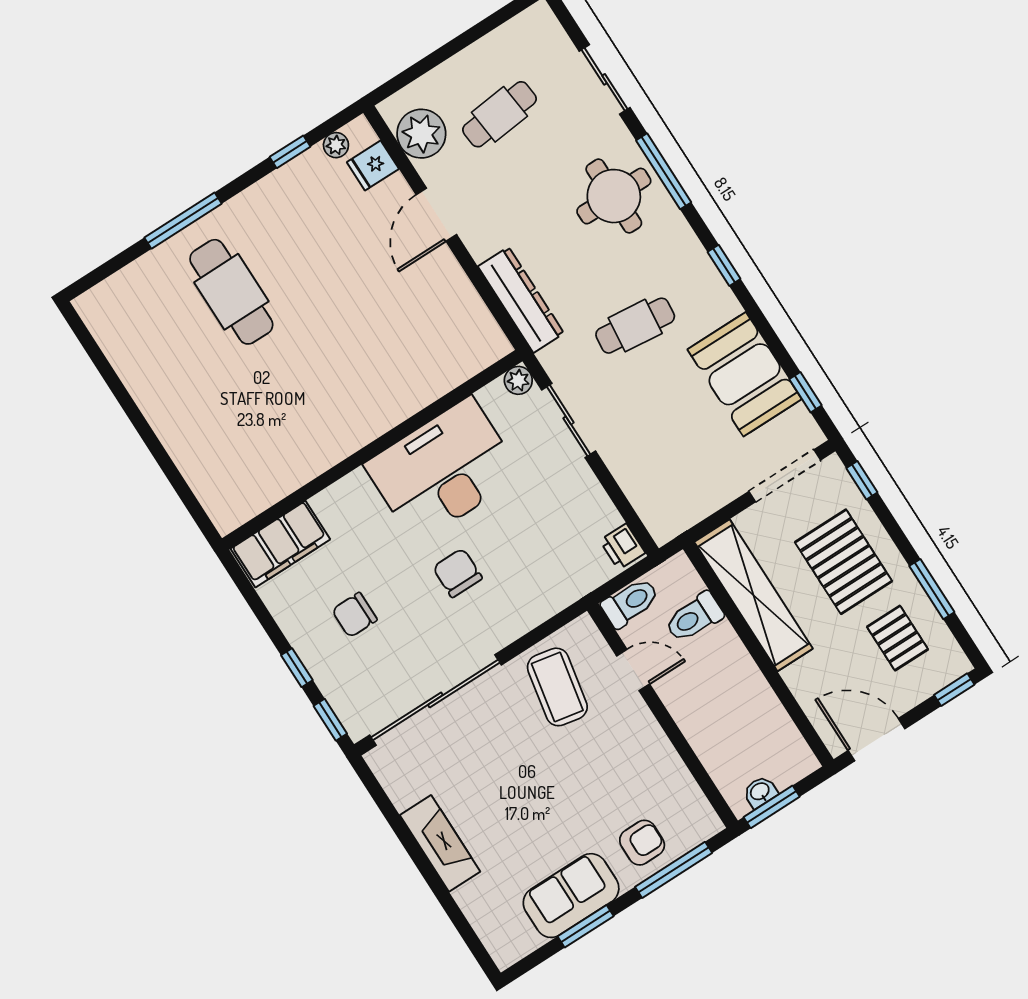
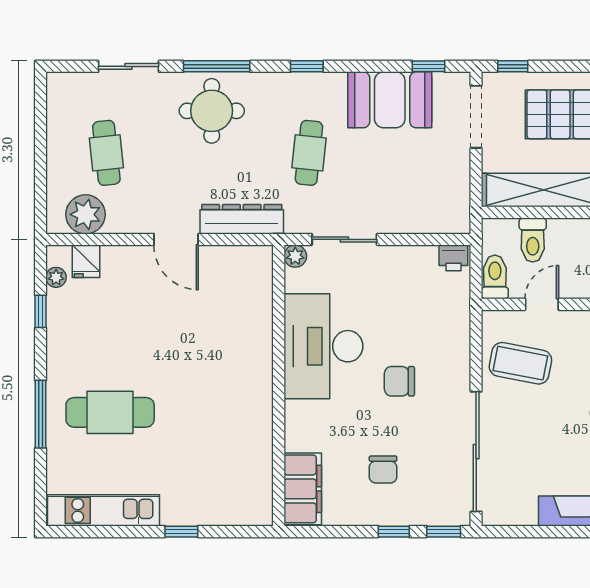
door: (436, 215) -> (176, 239), moved
kitchen unit: (125, 351) -> (103, 510), added
window: (155, 446) -> (181, 532), added

